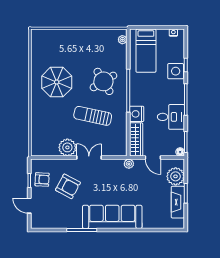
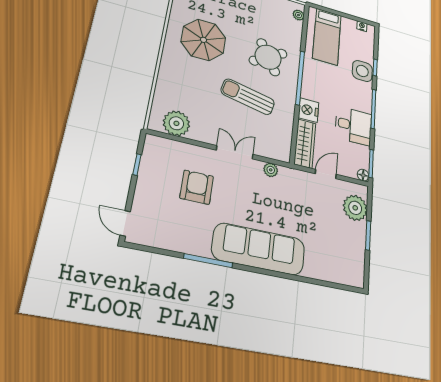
plant: (67, 147) -> (176, 123), moved
door: (153, 158) -> (326, 174), swing flipped
plant: (129, 164) -> (271, 170), moved
armchair: (42, 179) -> (158, 168), removed
armchair: (68, 186) -> (197, 187), turned -118
fireplace: (178, 202) -> (357, 246), removed
door: (29, 206) -> (125, 223), moved

